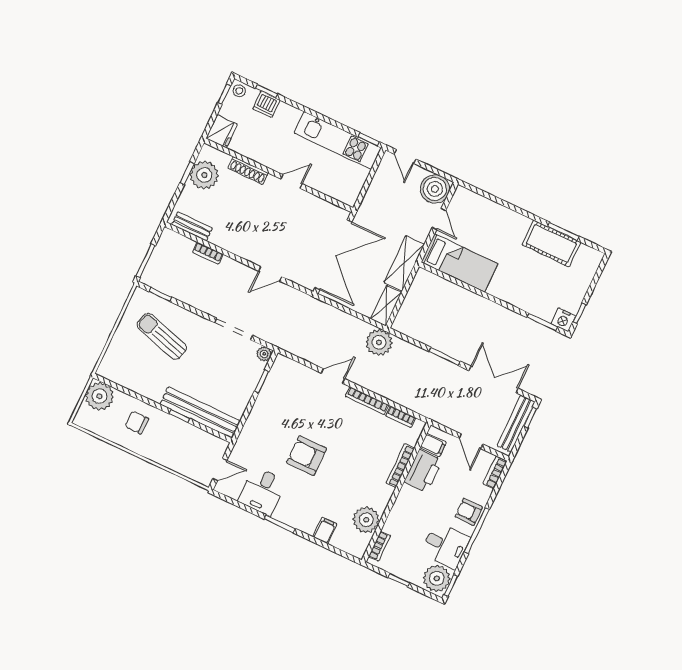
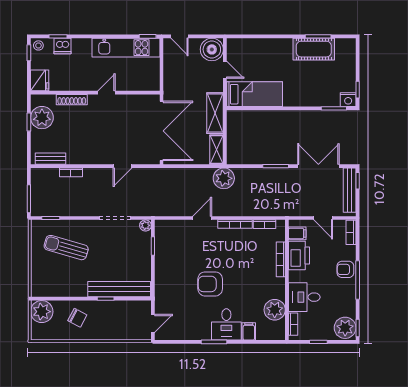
chair: (137, 422) -> (77, 318), turned -152
desk: (262, 491) -> (226, 324), moved
desk: (445, 545) -> (304, 297), moved, turned 180

